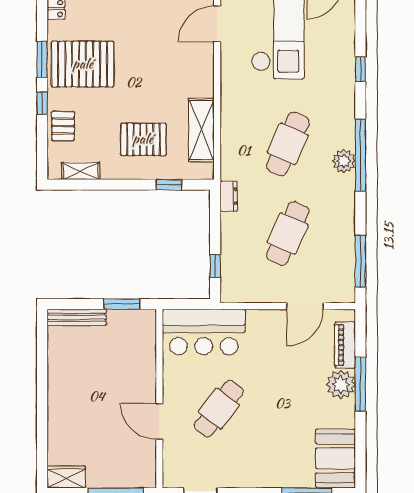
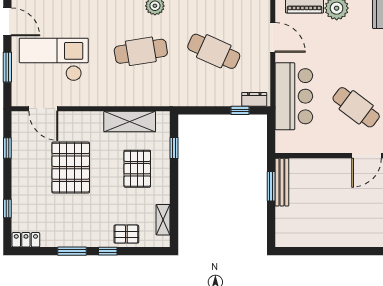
pallet: (83, 64) -> (71, 168), moved
cafe table: (288, 144) -> (141, 51), turned -33
dresser: (229, 196) -> (254, 99), moved
bench: (77, 317) -> (282, 182), moved
bar counter: (204, 332) -> (294, 96), moved

